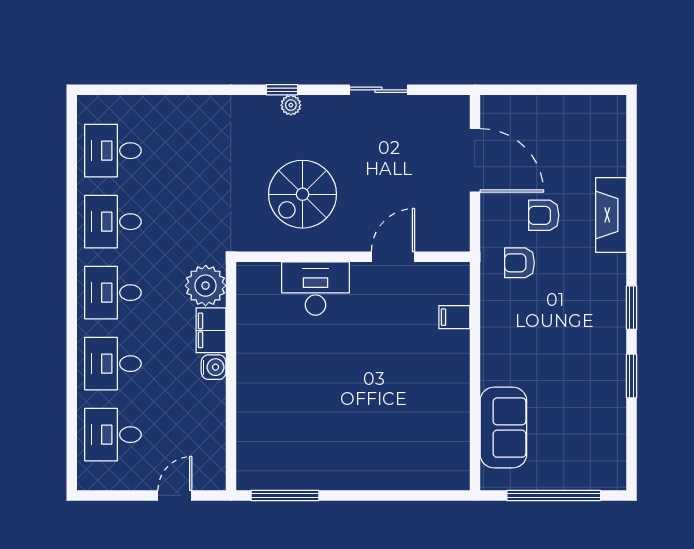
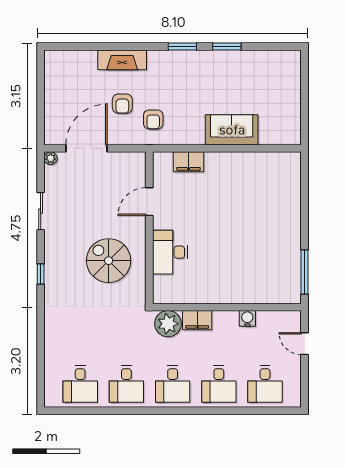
plant: (291, 105) -> (51, 158), moved
spiral stairs: (303, 194) -> (109, 261), turned 180
door: (393, 257) -> (149, 202), hinge flipped
filing cabinet: (454, 317) -> (189, 162), width x2.00
water cooler: (214, 367) -> (247, 318), moved
sofa: (503, 428) -> (232, 130), moved
window: (554, 495) -> (305, 97), removed

